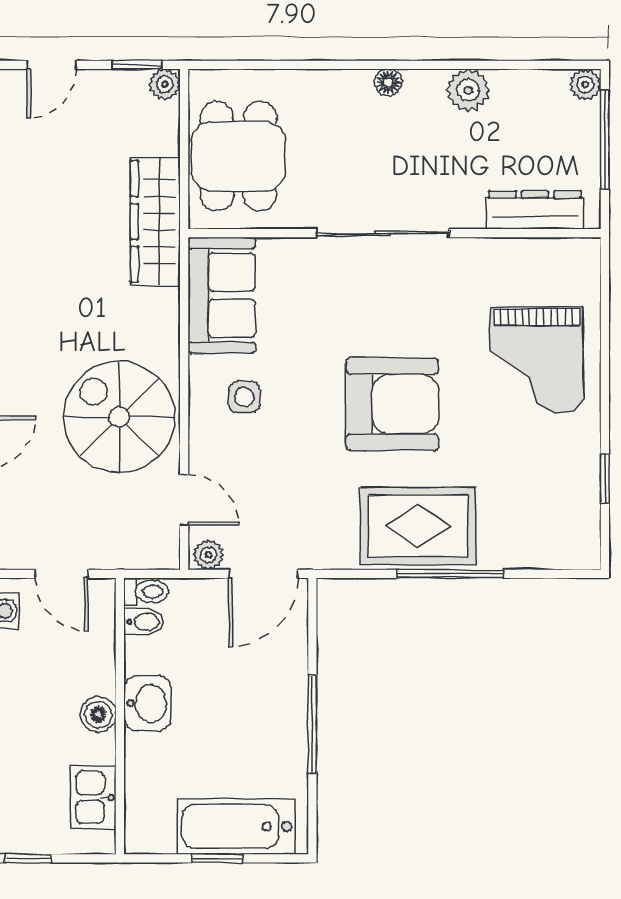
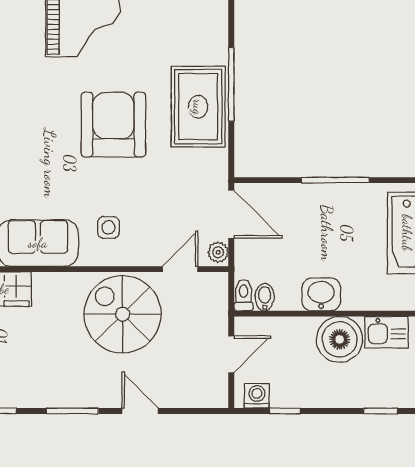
spiral stairs: (119, 417) -> (123, 314), turned 90
boiler: (98, 714) -> (340, 339), width x1.86, depth x1.86

